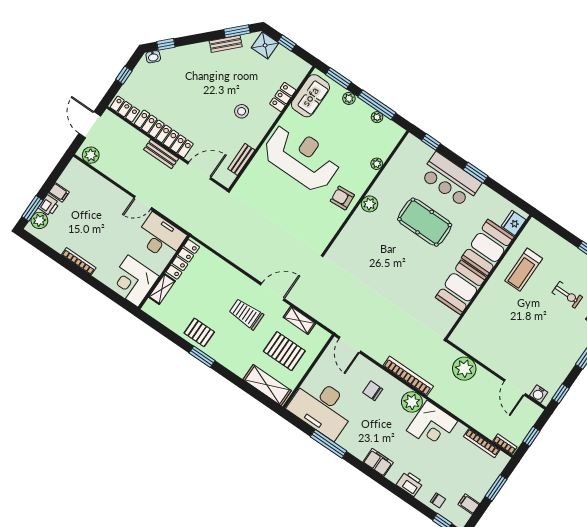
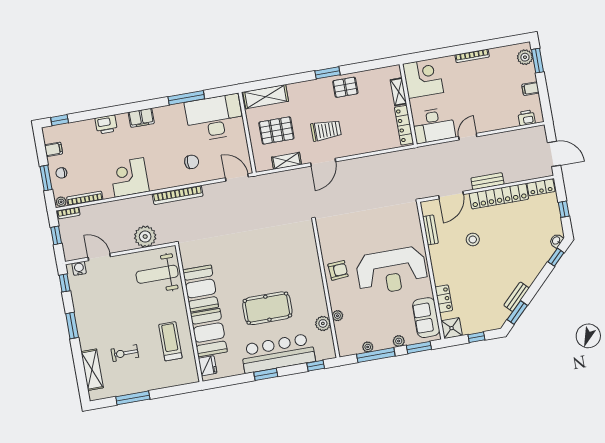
shower: (265, 45) -> (452, 328), moved
stool: (242, 111) -> (473, 239), moved
plant: (91, 155) -> (534, 134), removed
bar counter: (450, 180) -> (278, 353), width x1.36
plant: (369, 204) -> (323, 323), moved
printer: (49, 205) -> (527, 118), moved, turned 90
weight bench: (483, 331) -> (157, 274), added
plant: (412, 402) -> (61, 202), moved, width x0.53, depth x0.53
chair: (438, 500) -> (61, 173), moved

